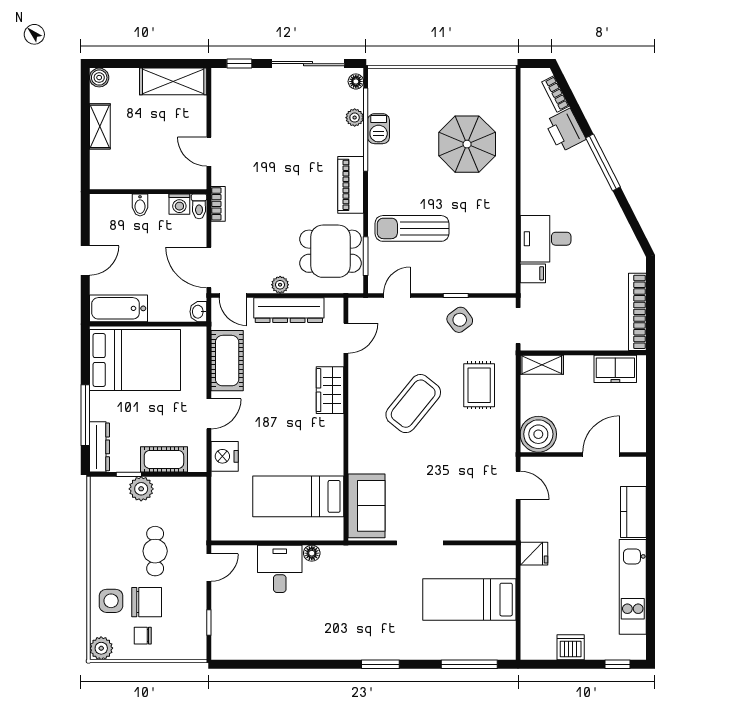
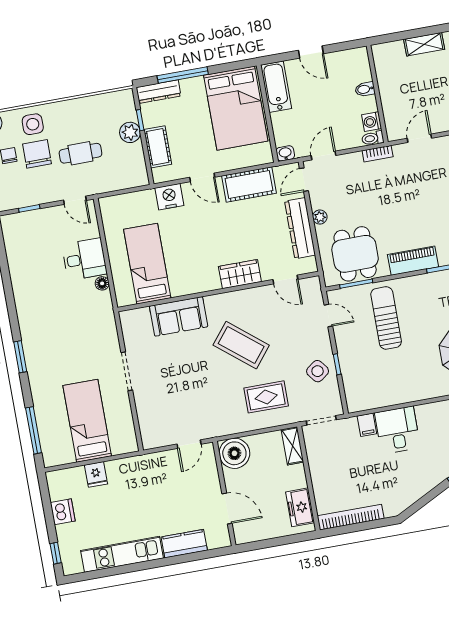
door: (209, 267) -> (323, 156), width x0.73
sofa: (366, 506) -> (179, 316), moved
fridge: (534, 554) -> (96, 474), moved
chair: (147, 602) -> (37, 154), turned 180

